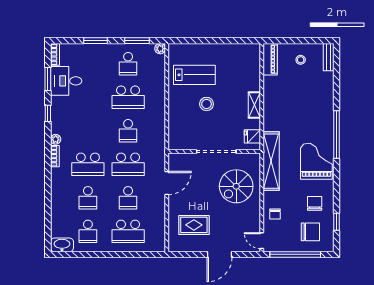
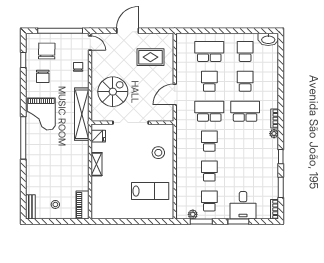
plant: (160, 49) -> (193, 214), moved
lab bench: (194, 75) -> (150, 191), turned 180
desk: (66, 81) -> (243, 205), moved, turned 90
school desk: (128, 97) -> (209, 171), width x0.54
stool: (207, 104) -> (158, 153), moved
chair: (310, 232) -> (47, 51), turned 91

